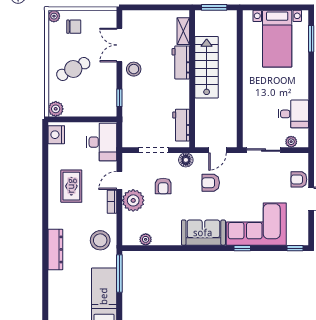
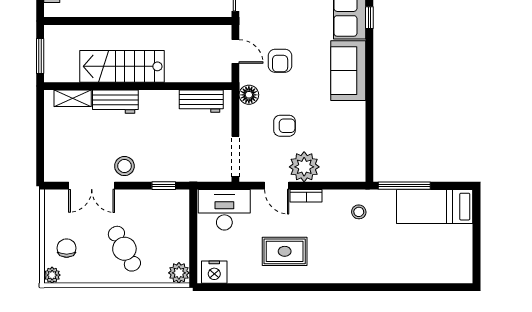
doorway: (154, 150) -> (235, 157), moved
plant: (146, 239) -> (357, 150), removed
stool: (100, 240) -> (359, 212), width x0.53, depth x0.53
dresser: (55, 249) -> (371, 273), removed

